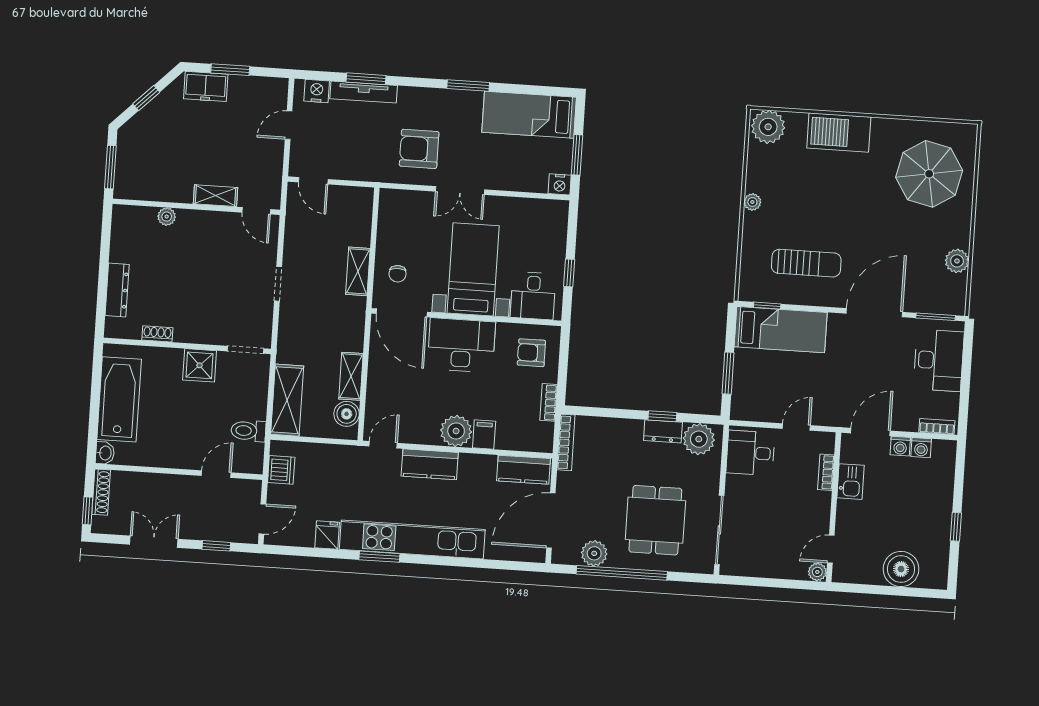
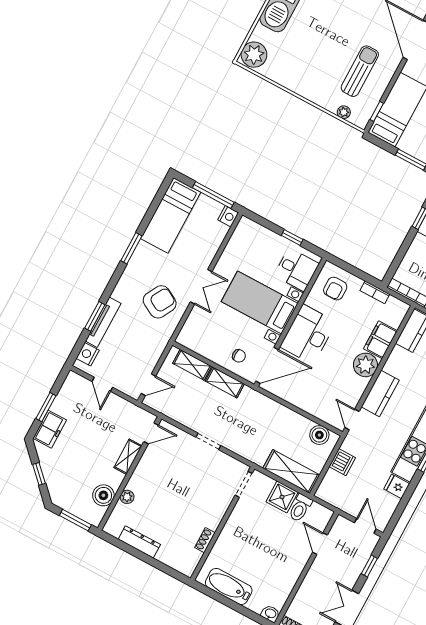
armchair: (419, 149) -> (160, 302), turned -151
window: (577, 155) -> (213, 195), width x1.44
boiler: (156, 187) -> (103, 495), added
plant: (752, 202) -> (344, 112), moved
dresser: (117, 290) -> (139, 542), moved
shower: (200, 365) -> (282, 497), moved
shelving: (351, 376) -> (192, 365), moved
bathtub: (119, 399) -> (229, 587), width x0.73, depth x0.73
filing cabinet: (484, 434) -> (380, 340), width x2.00
dishwasher: (281, 470) -> (342, 462), moved, turned 90

